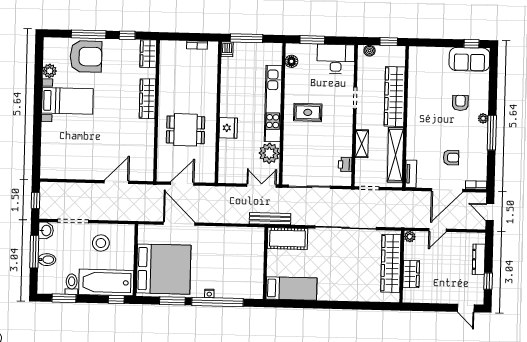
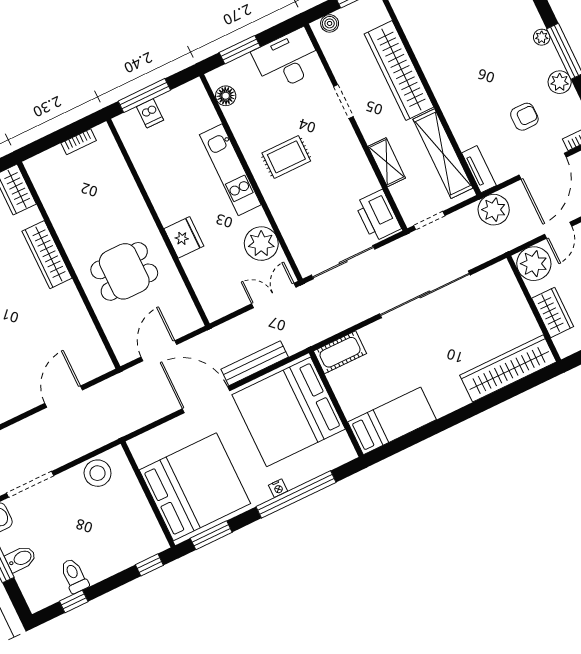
dishwasher: (227, 49) -> (150, 113), moved
armchair: (460, 103) -> (498, 32), removed
kitchen unit: (273, 104) -> (230, 170), width x0.73
plant: (480, 148) -> (560, 82), added
printer: (345, 165) -> (378, 216), width x1.87, depth x1.48
plant: (408, 200) -> (494, 210), added
bench: (270, 219) -> (255, 363), moved
door: (179, 224) -> (206, 400), moved
plant: (410, 237) -> (534, 264), width x1.87, depth x1.87
cot: (287, 239) -> (340, 352), width x0.73, depth x0.75
stool: (101, 243) -> (98, 473), moved
bed: (237, 254) -> (289, 412), added
wardrobe: (391, 263) -> (508, 368), moved, turned 90
bathtub: (106, 282) -> (122, 548), removed
window: (64, 298) -> (74, 601), width x0.67
window: (172, 301) -> (211, 535), moved

